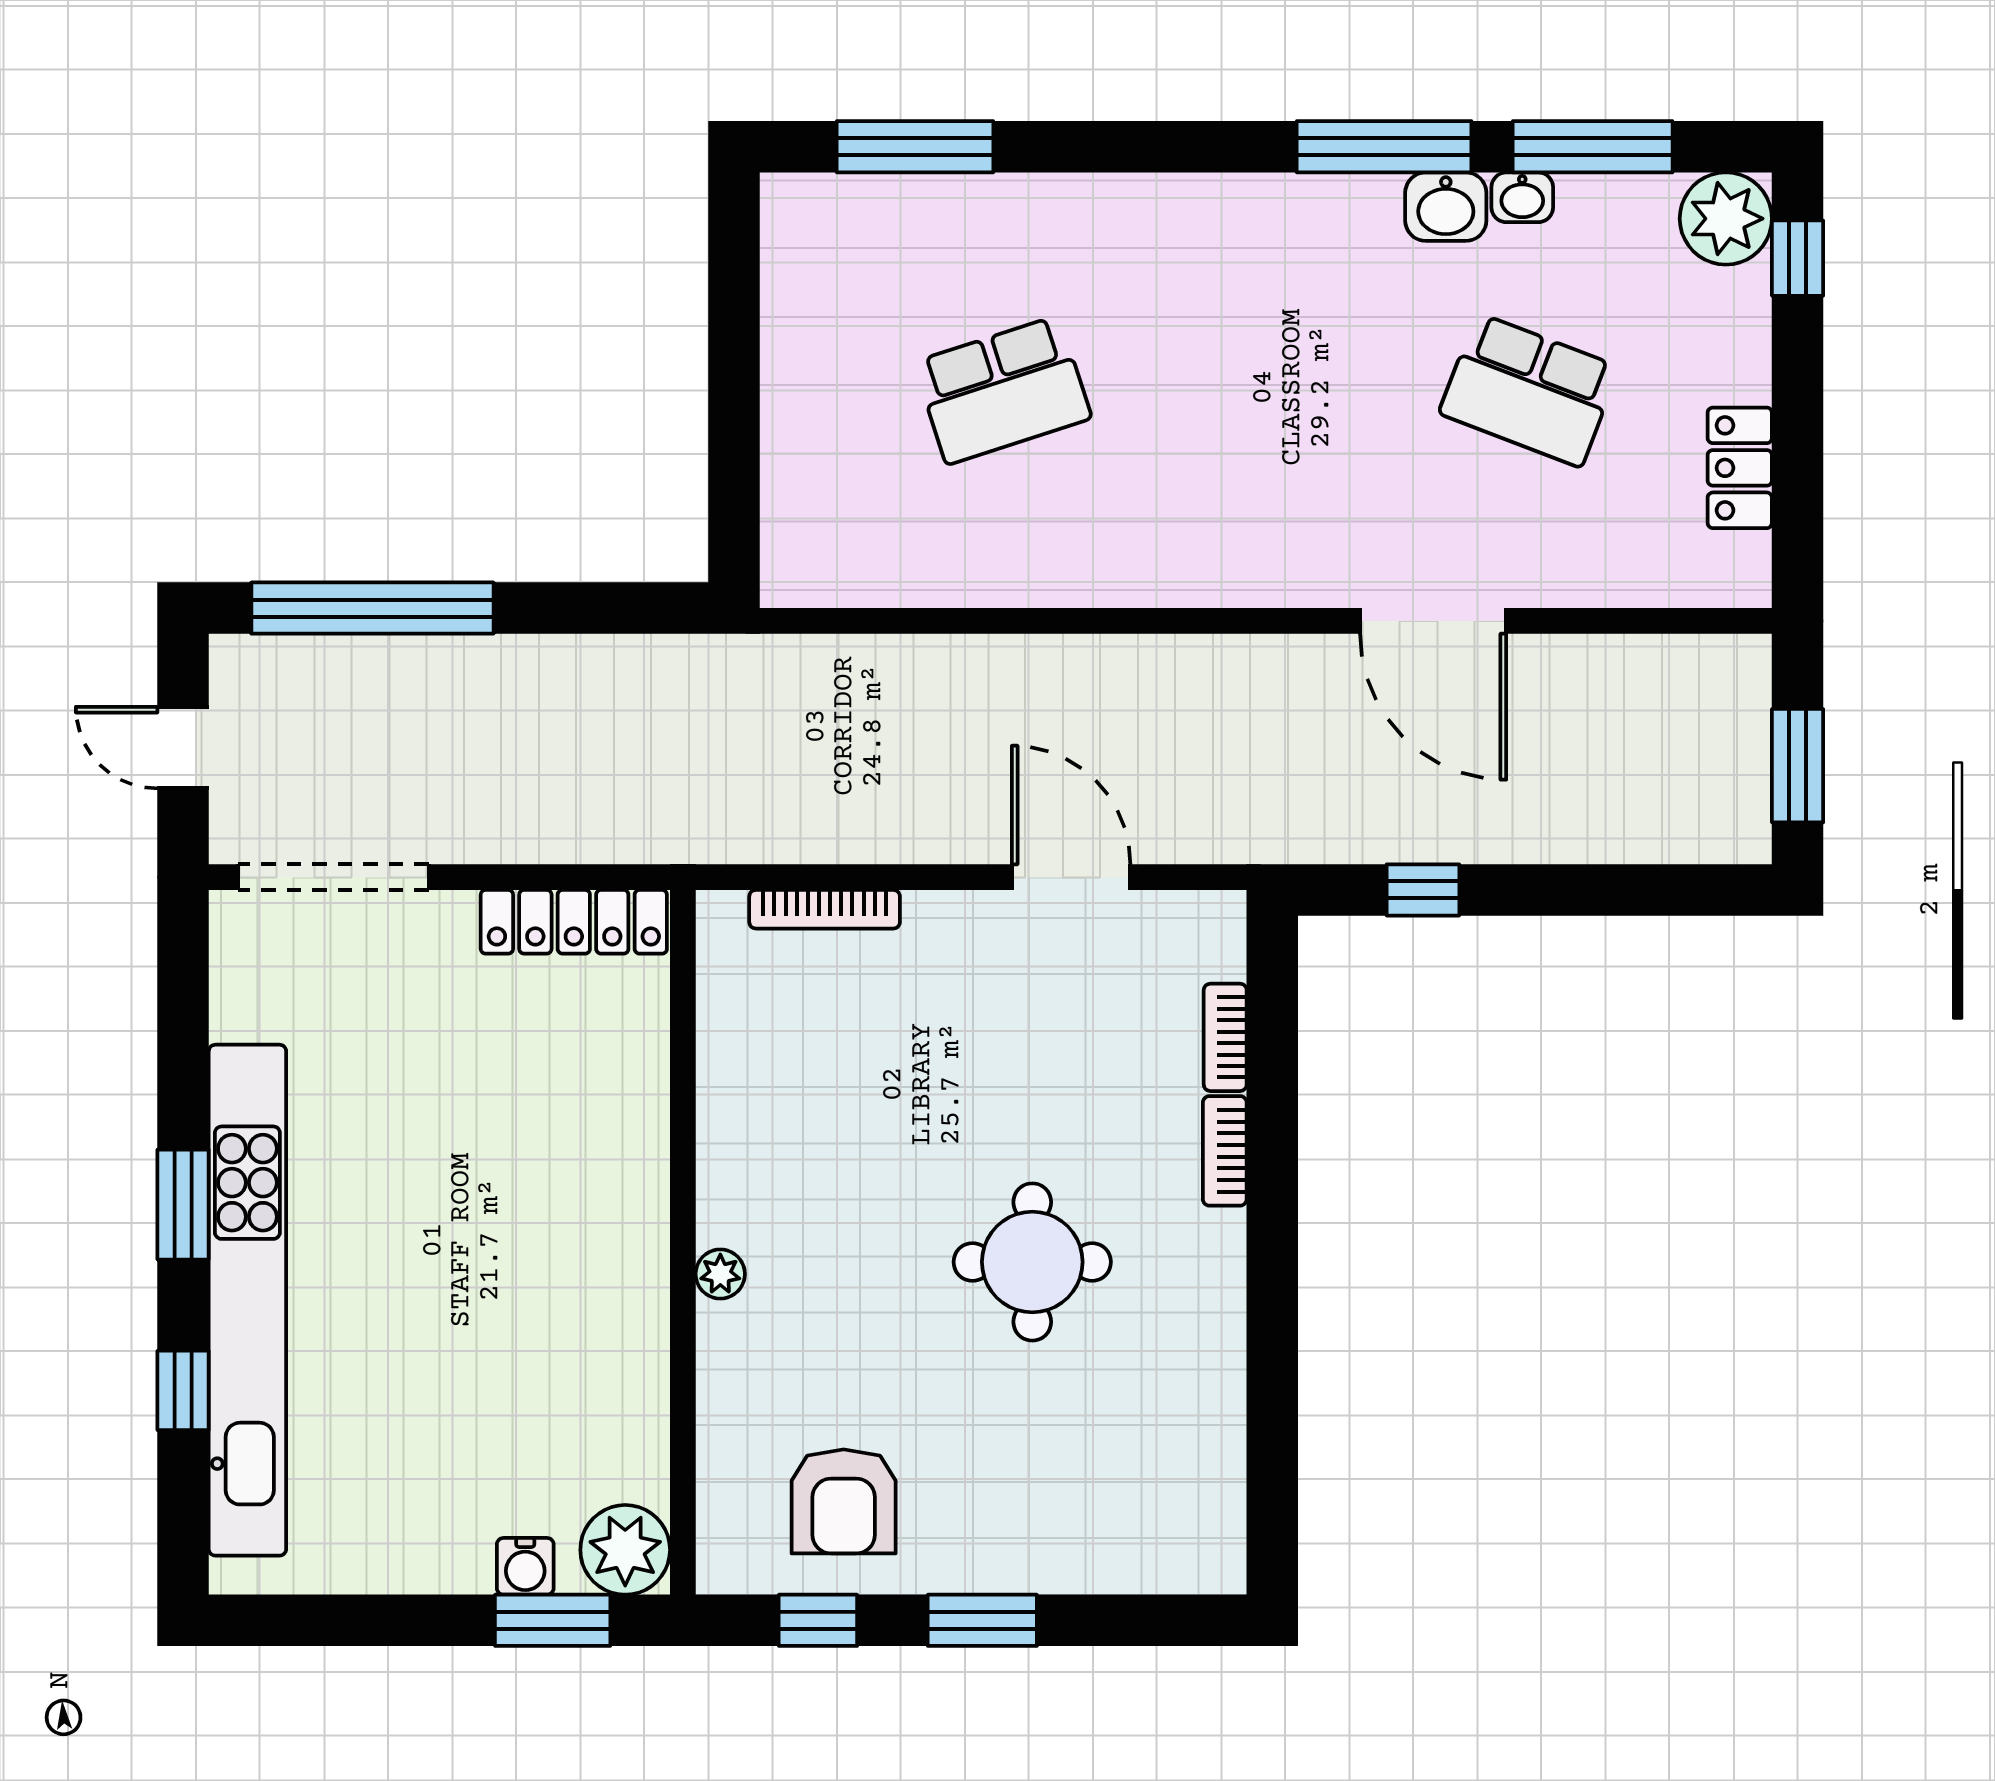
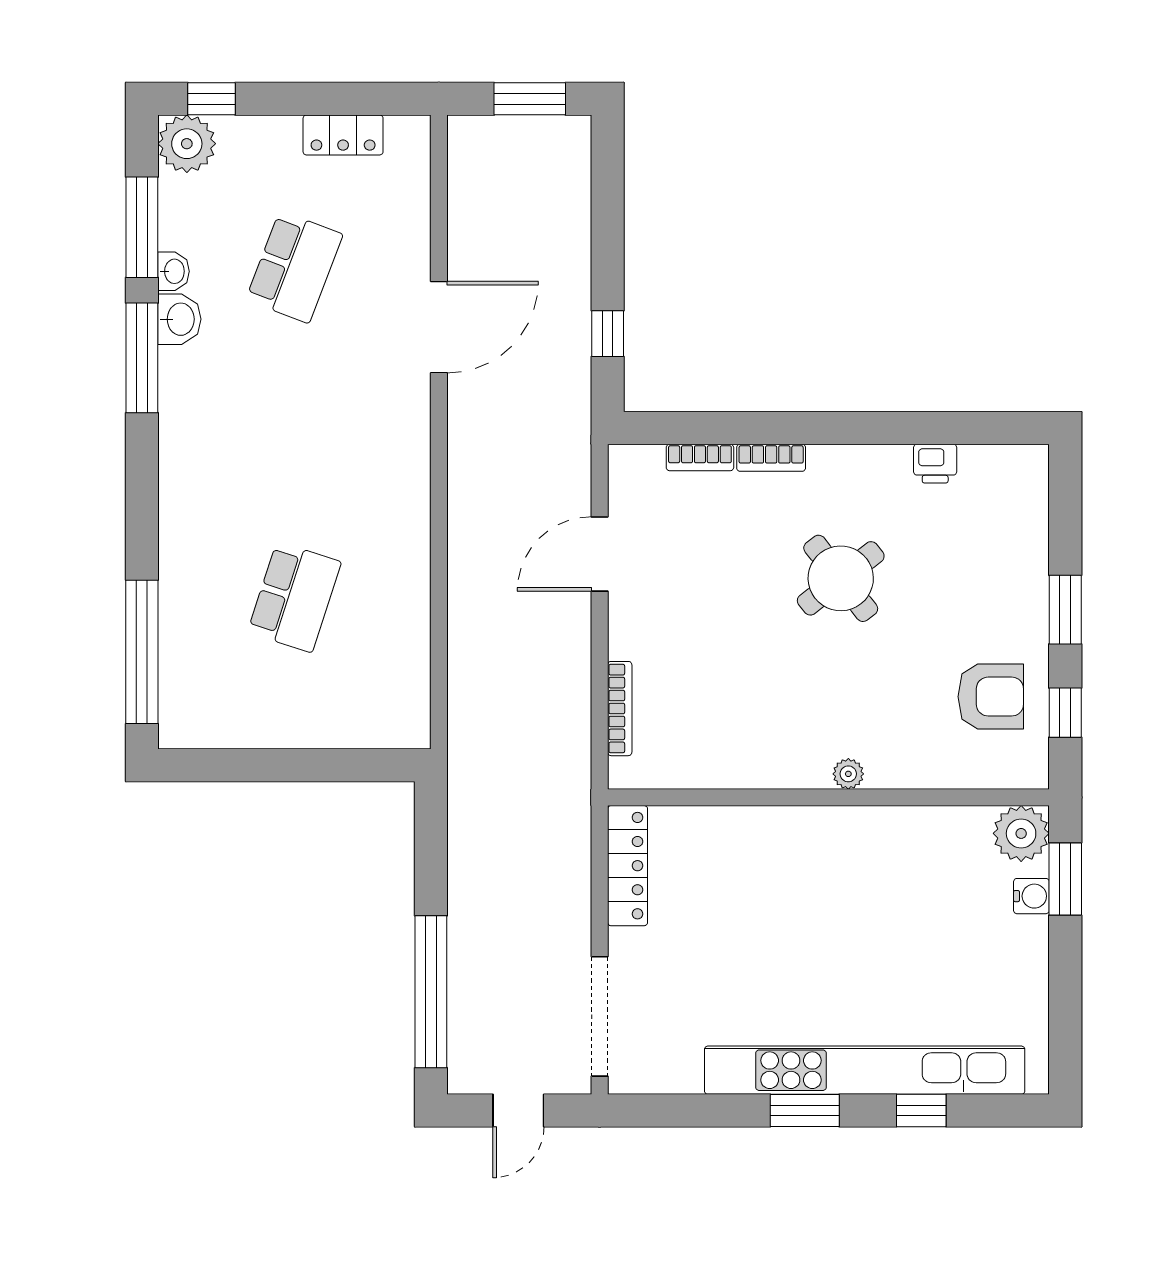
window: (915, 147) -> (142, 652), width x1.46
school desk: (1003, 390) -> (294, 597), turned 36
round table: (1032, 1262) -> (841, 578), turned -38
printer: (1215, 1413) -> (935, 464), added

